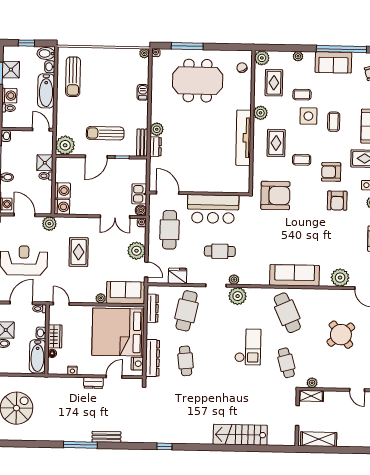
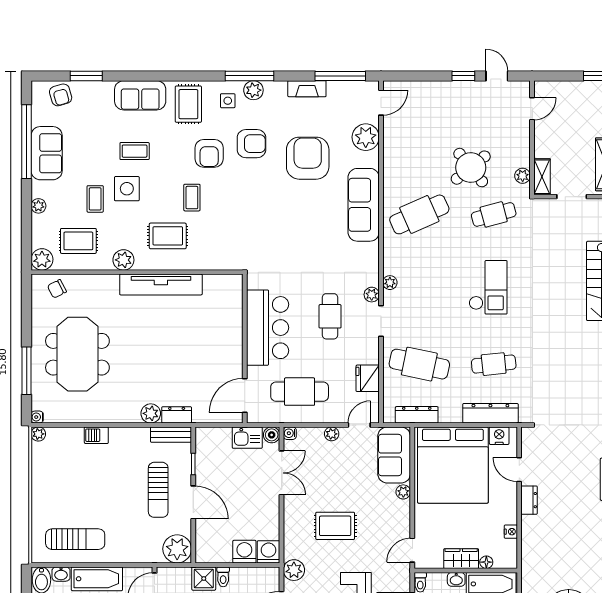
armchair: (275, 196) -> (308, 158), moved
plant: (136, 251) -> (332, 434), width x0.53, depth x0.53
plant: (238, 296) -> (390, 283), width x0.53, depth x0.53
round table: (341, 335) -> (471, 168), moved
checkout: (248, 347) -> (488, 287), moved, turned 90

